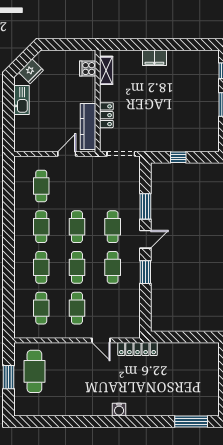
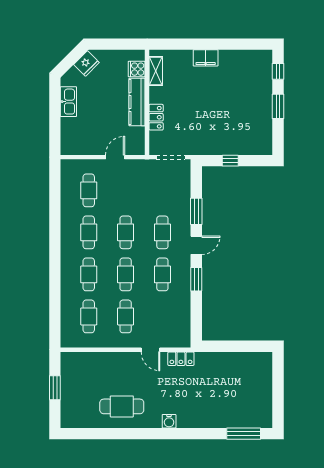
fridge: (31, 71) -> (86, 64), moved
kitchen counter: (88, 126) -> (137, 102), moved
locker: (137, 349) -> (181, 359), width x0.66
cafe table: (34, 371) -> (122, 406), moved, turned 90

